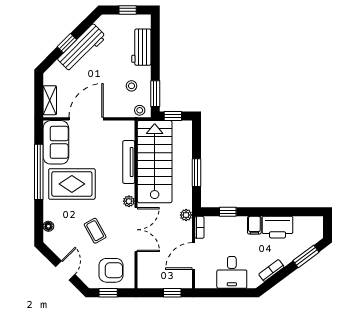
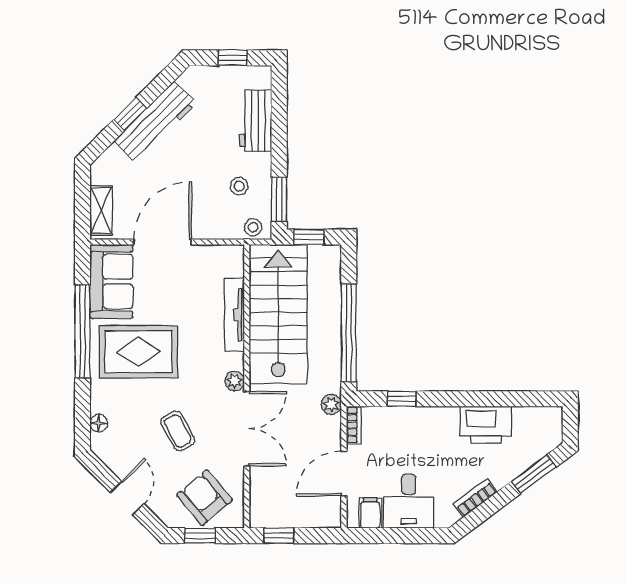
window: (196, 173) -> (349, 333), width x2.11
filing cabinet: (254, 225) -> (370, 513), moved, turned 180
armchair: (111, 270) -> (205, 498), turned -130
window: (172, 293) -> (279, 536), moved

